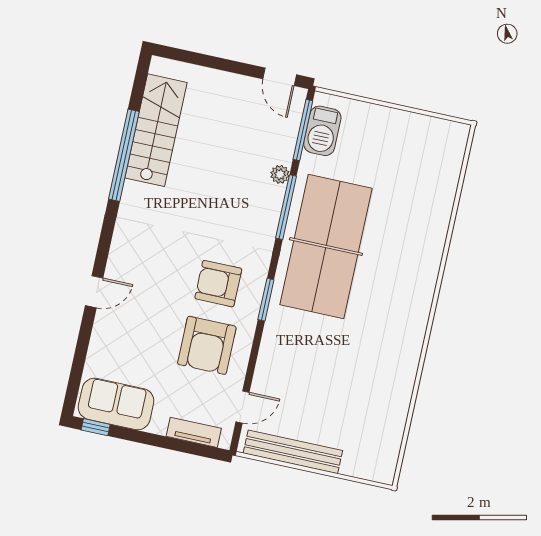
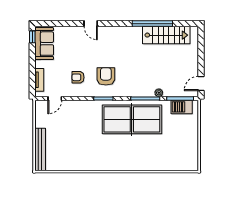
armchair: (207, 345) -> (78, 77), width x0.53, depth x0.53
door: (243, 407) -> (55, 98), hinge flipped
bench: (293, 452) -> (40, 150), moved

